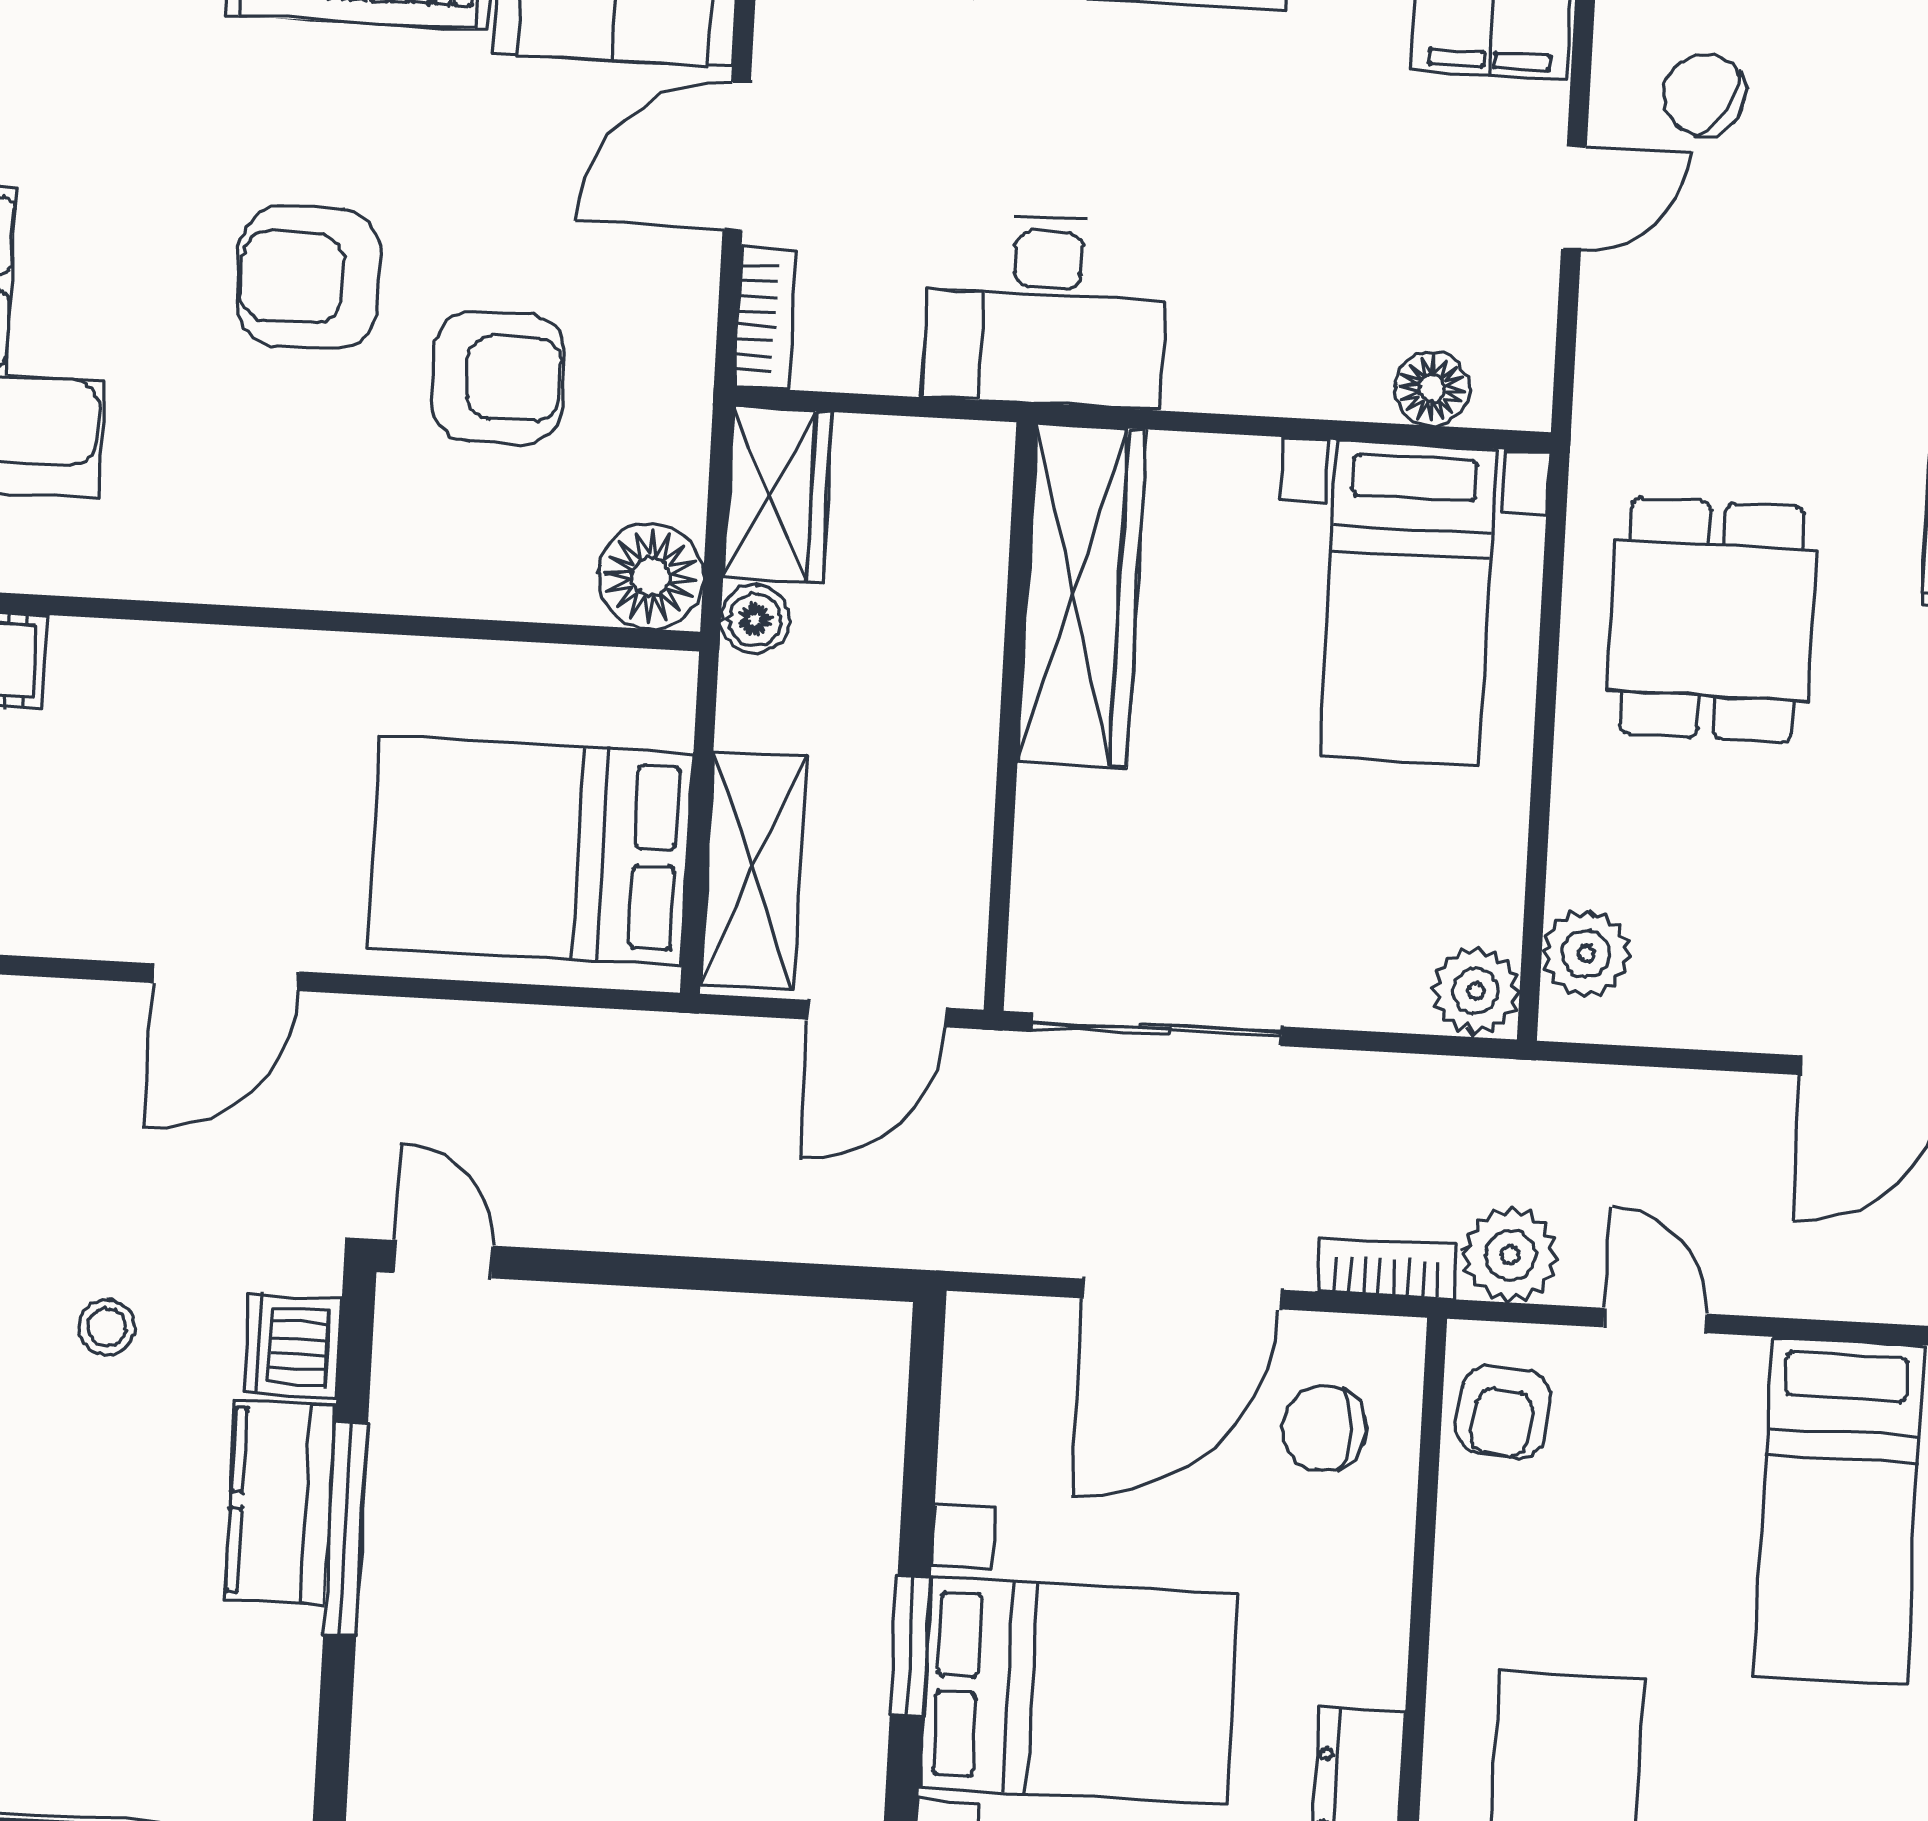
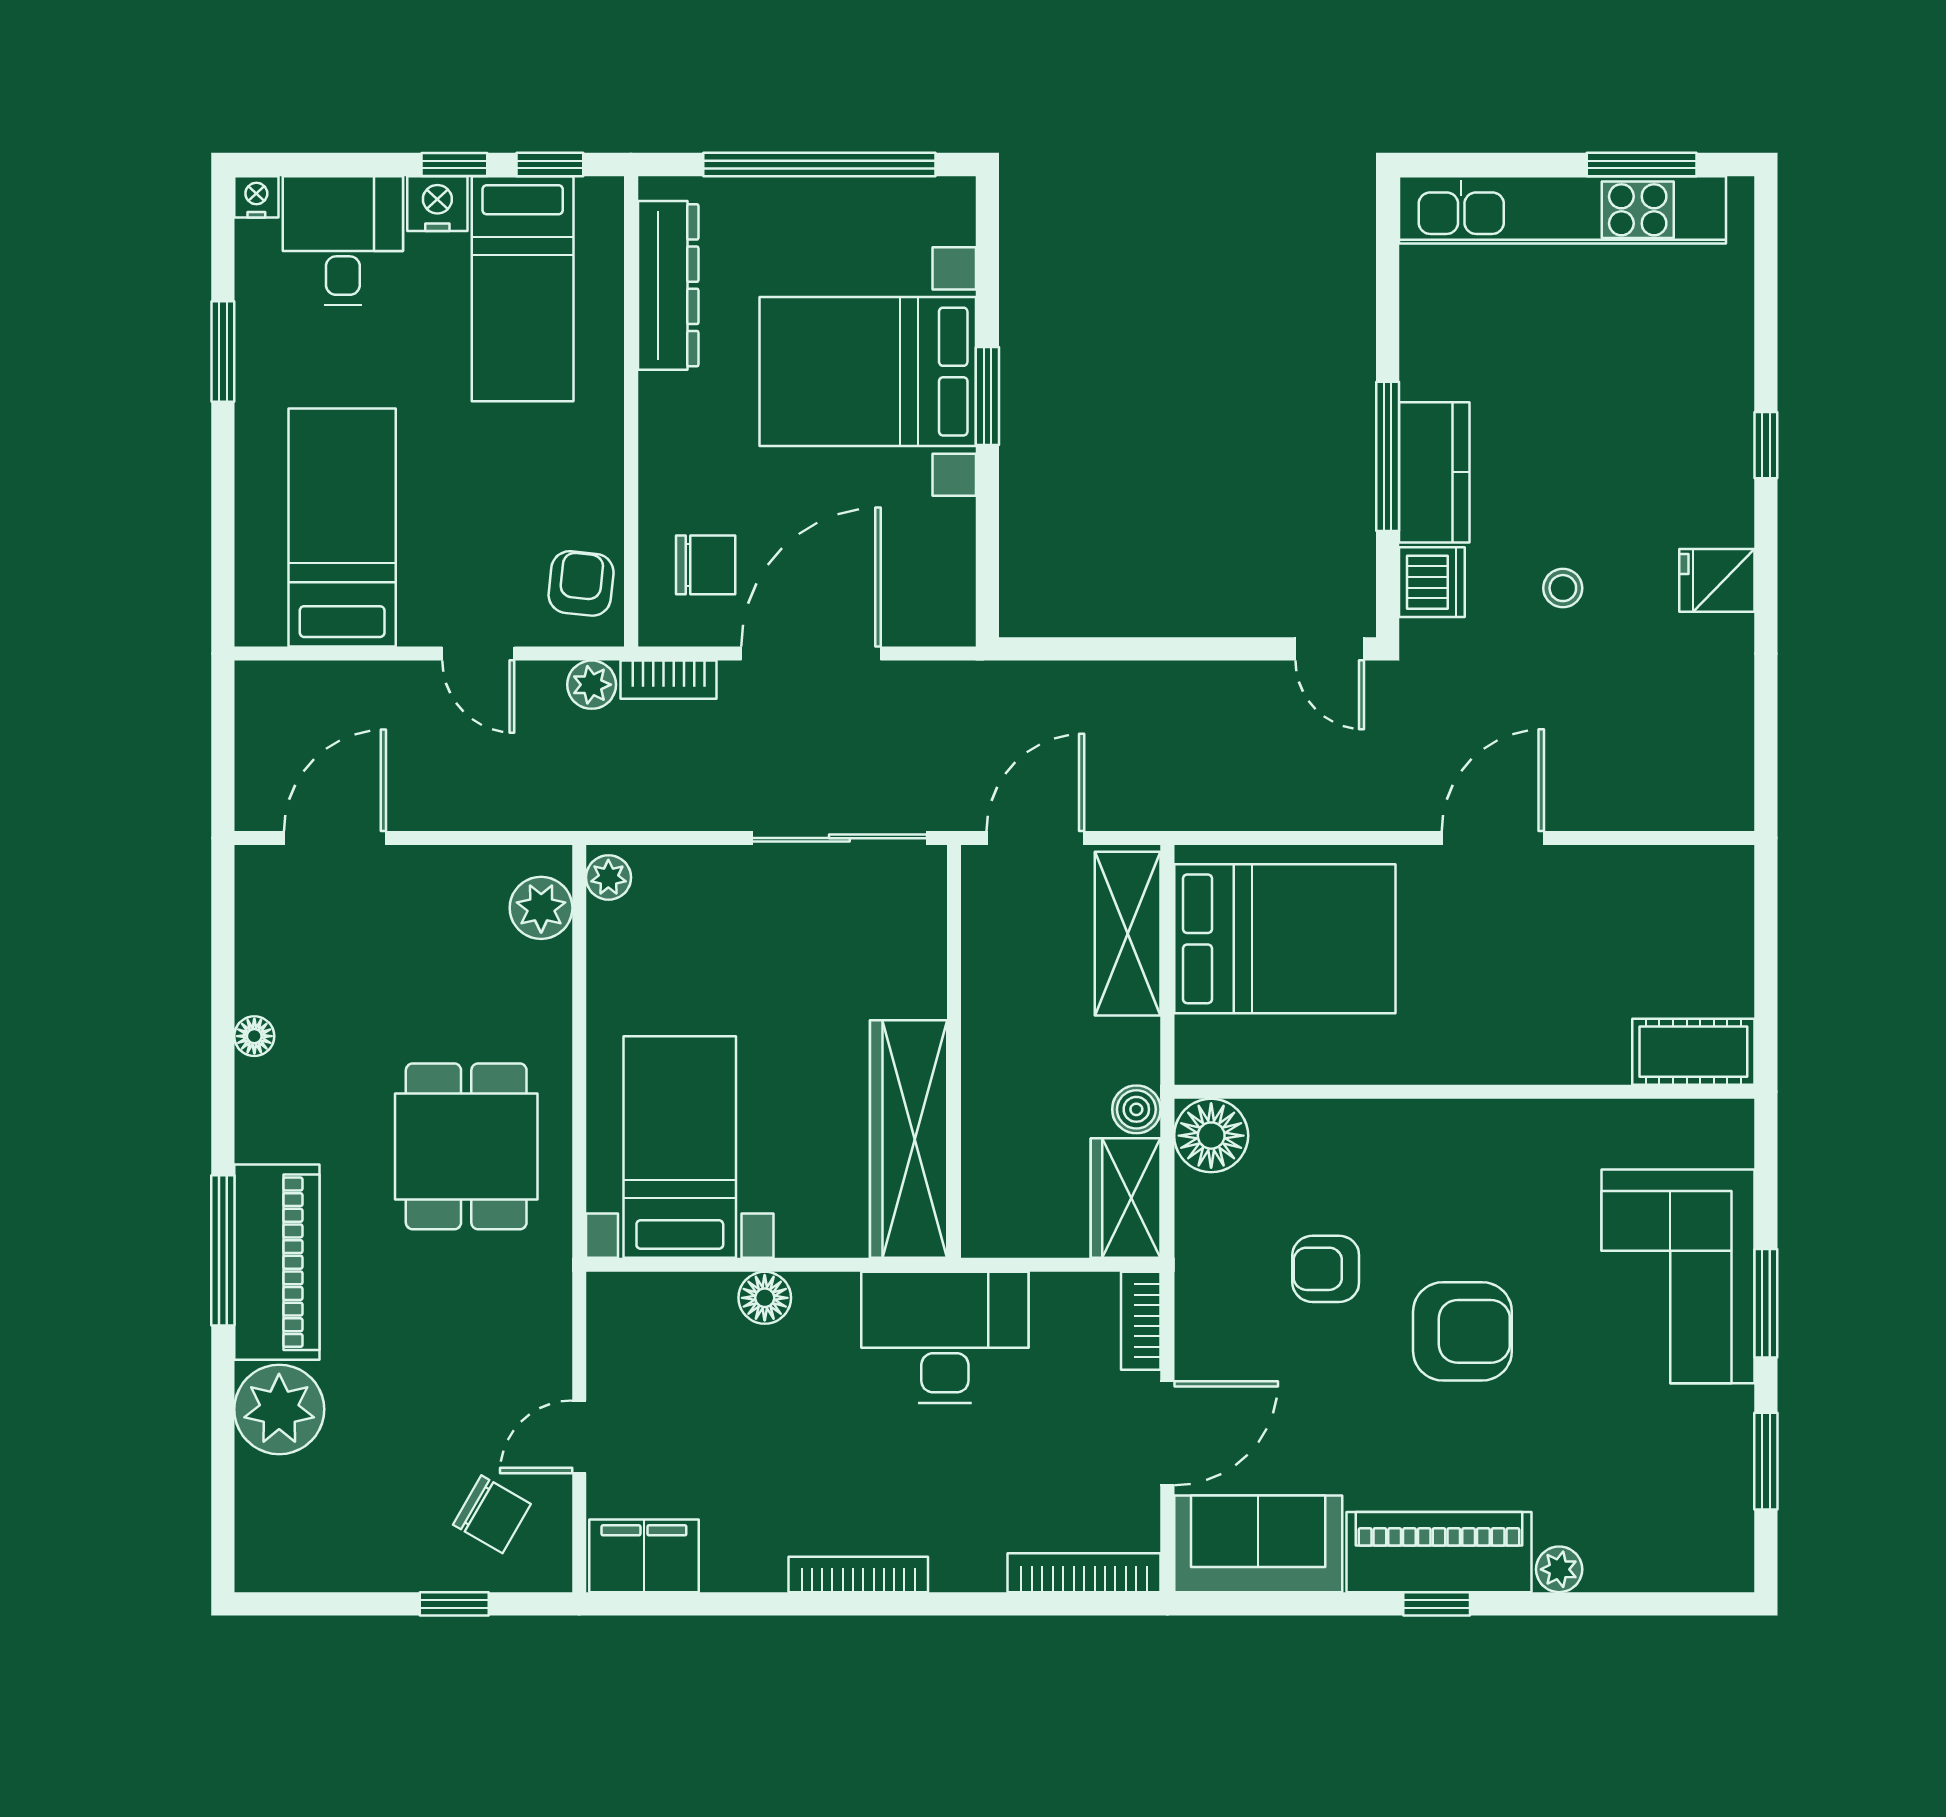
armchair: (498, 378) -> (1326, 1269), width x0.72, depth x0.72
floor lamp: (1432, 388) -> (765, 1298), moved
plant: (1476, 991) -> (608, 877), width x0.73, depth x0.73
plant: (1510, 1255) -> (592, 685), width x0.73, depth x0.73

